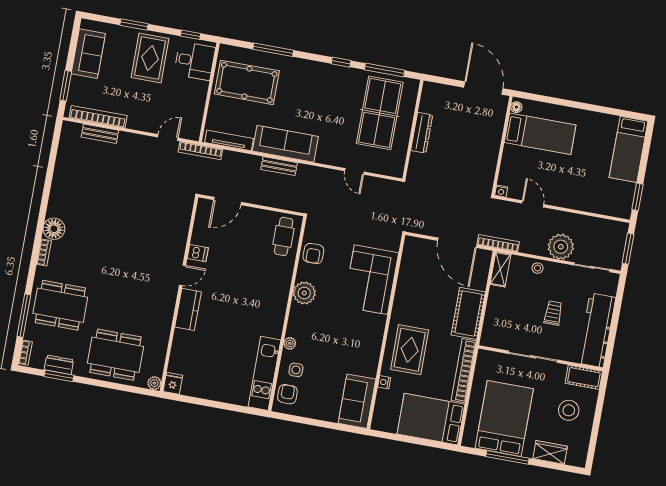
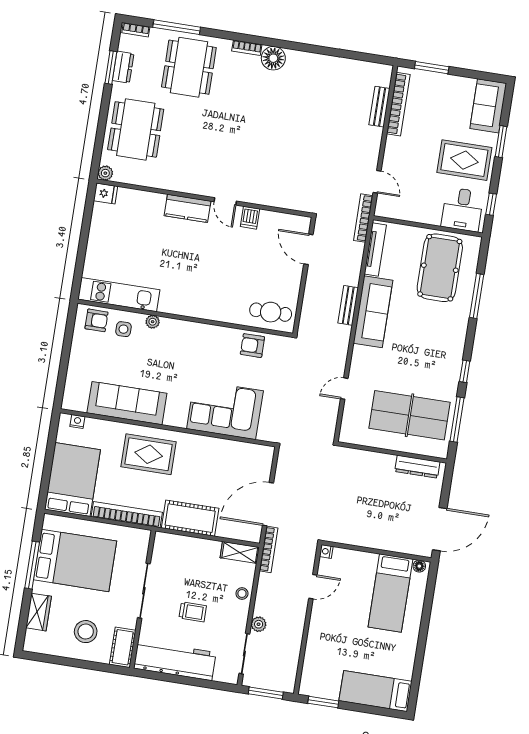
sofa: (88, 54) -> (488, 106), moved, turned 90
dresser: (422, 133) -> (417, 467), moved
plant: (561, 247) -> (259, 624), width x0.53, depth x0.53
plant: (304, 293) -> (209, 336), removed
nightstand: (384, 382) -> (77, 421), moved
sofa: (357, 401) -> (127, 403), moved, width x1.36

